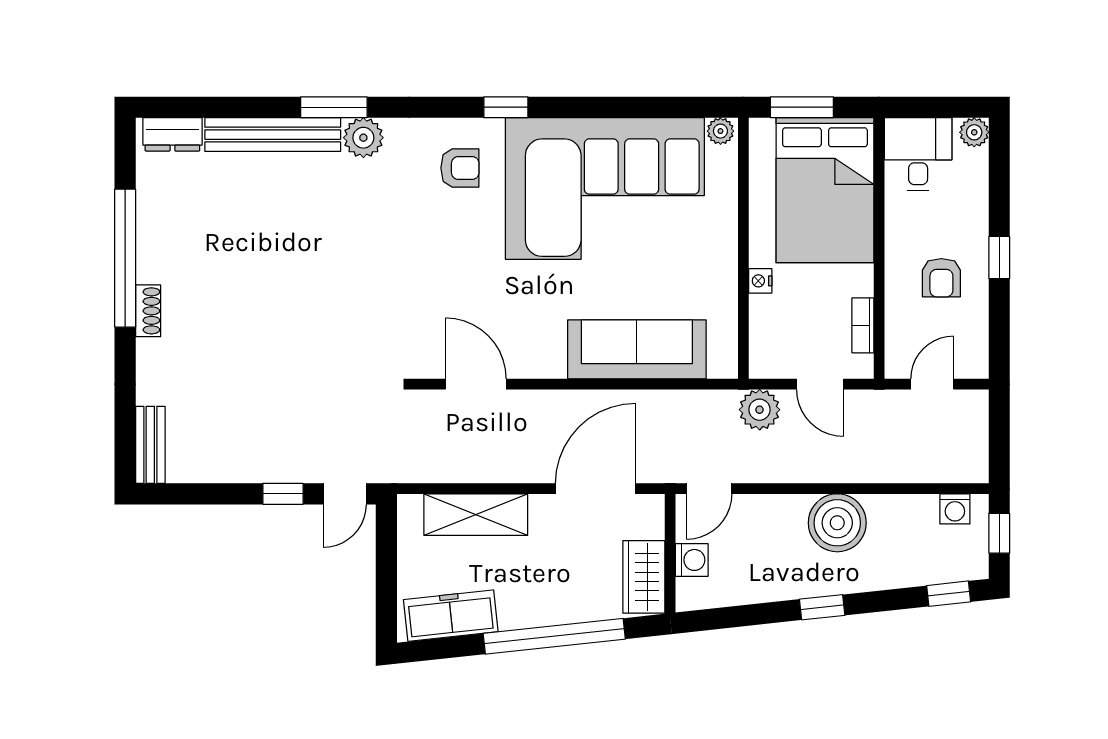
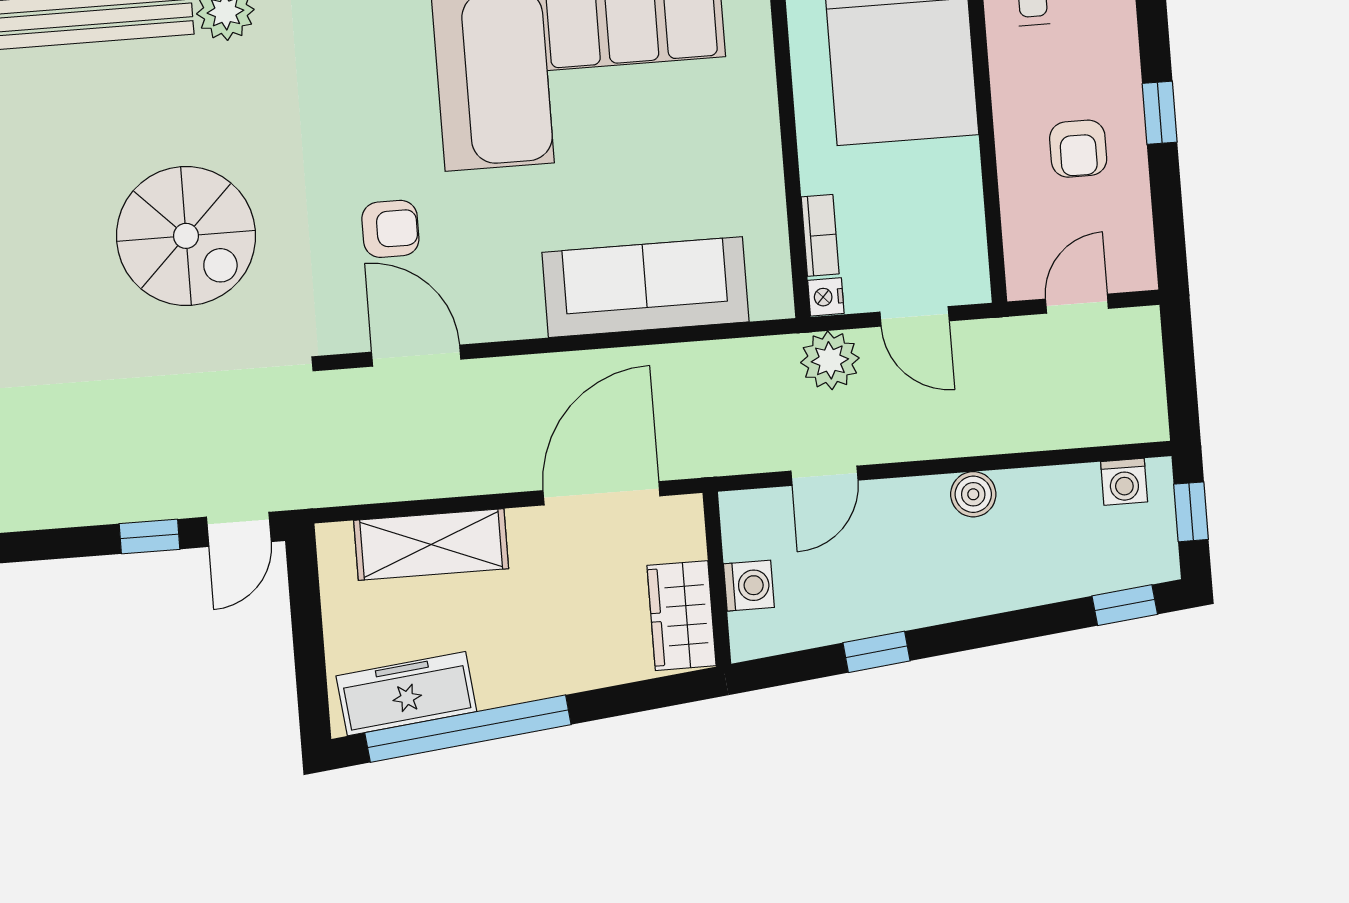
armchair: (460, 168) -> (390, 229), moved
nightstand: (760, 281) -> (826, 297), moved
spiral stairs: (324, 289) -> (186, 236), added
bookcase: (863, 325) -> (820, 235), moved, turned 180
door: (709, 489) -> (824, 476), moved
boiler: (837, 523) -> (973, 494), width x0.54, depth x0.54
window: (822, 607) -> (876, 652), moved
window: (554, 636) -> (468, 729), moved

